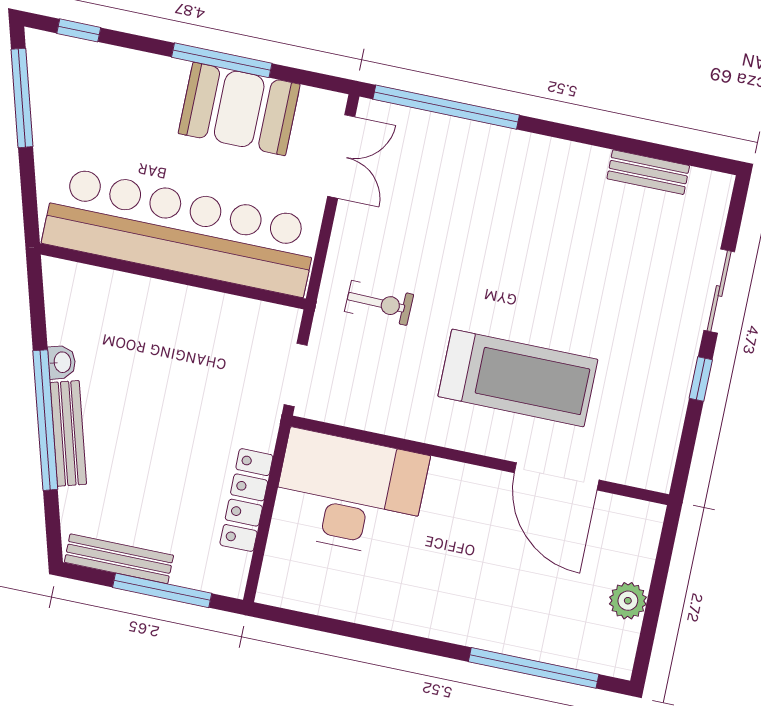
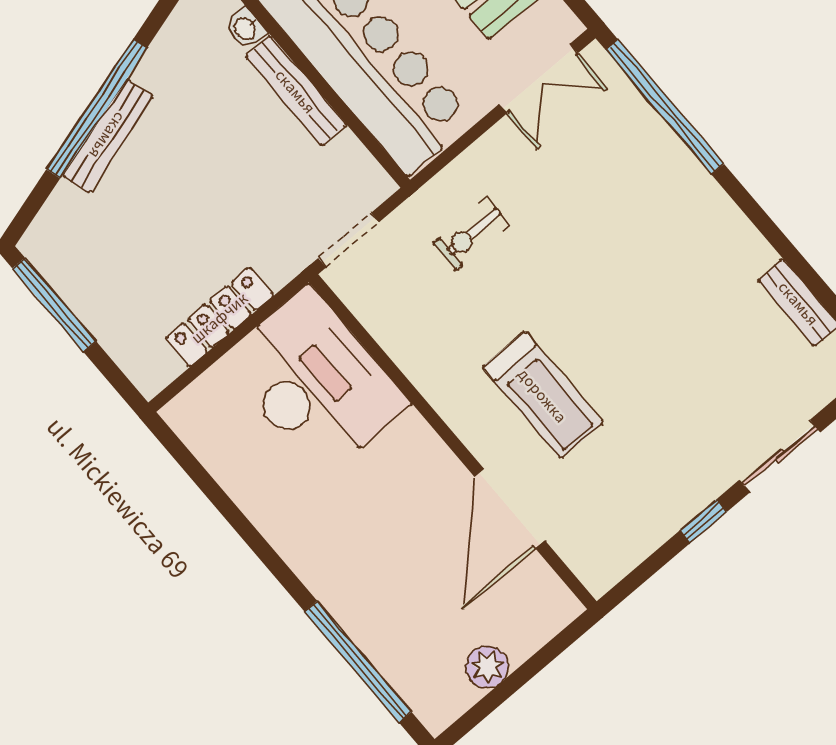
exercise bike: (379, 303) -> (472, 234), turned 89
washbasin: (62, 362) -> (245, 28), moved, turned 106
treadmill: (518, 378) -> (543, 395), width x0.73, depth x0.73
bench: (119, 559) -> (296, 91), moved
window: (162, 590) -> (54, 305), moved

